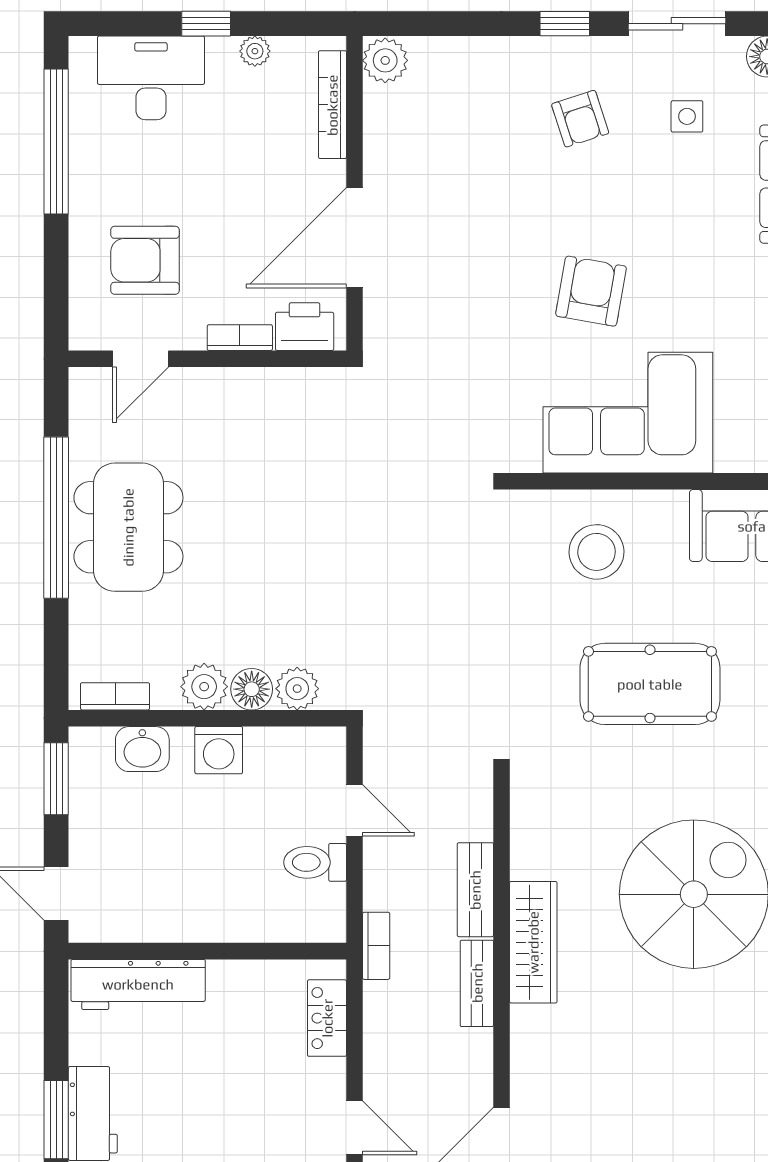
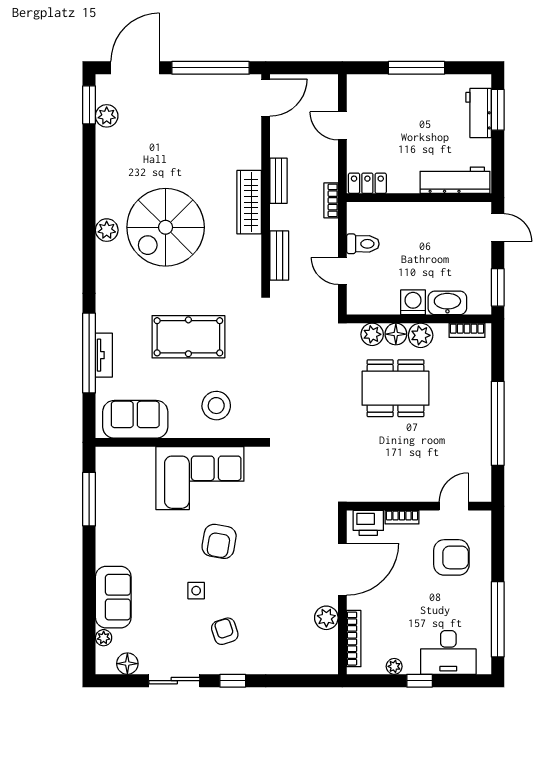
plant: (385, 60) -> (326, 618), moved
side table: (687, 116) -> (196, 591), moved
dining table: (128, 527) -> (396, 388), moved, turned 90
washbasin: (142, 749) -> (447, 303), width x1.38
bench: (475, 890) -> (279, 256), moved
locker: (327, 1018) -> (367, 183), moved, turned -90
door: (354, 1128) -> (342, 126), moved

